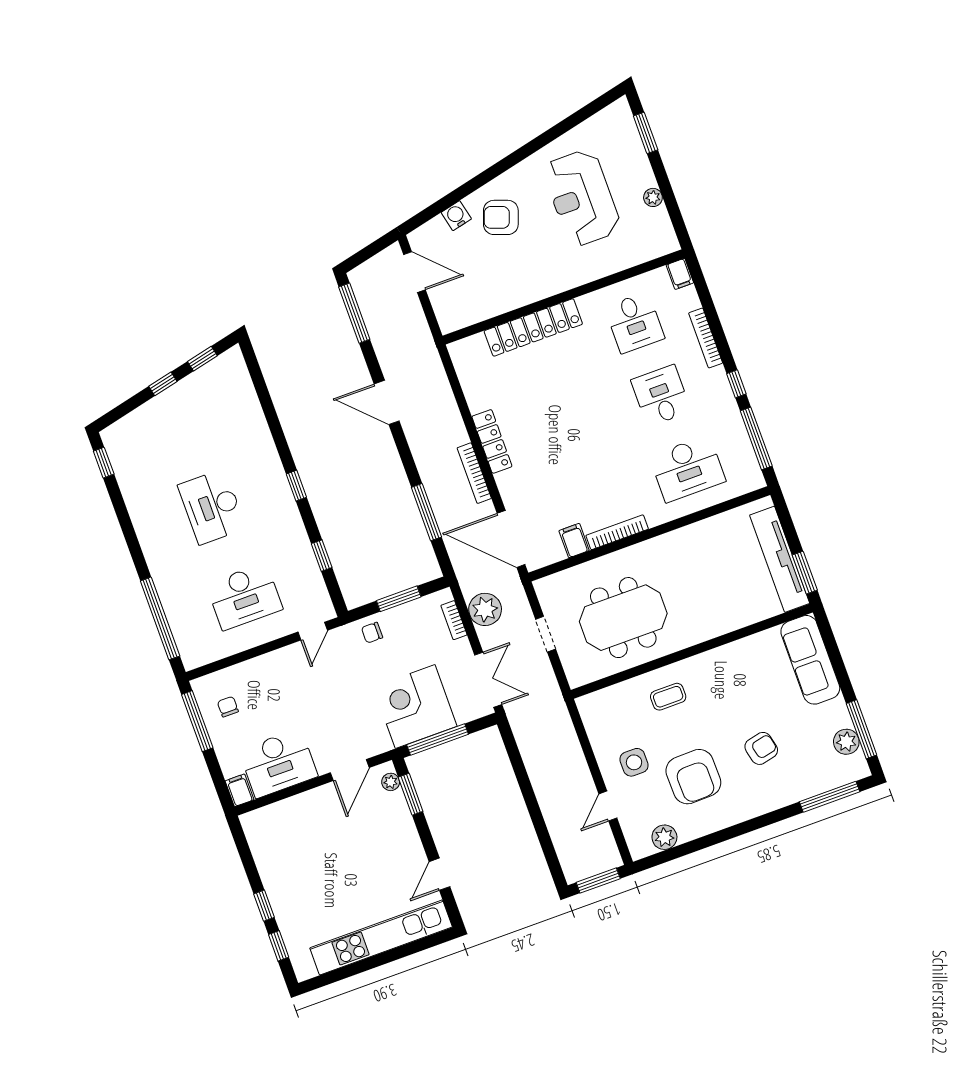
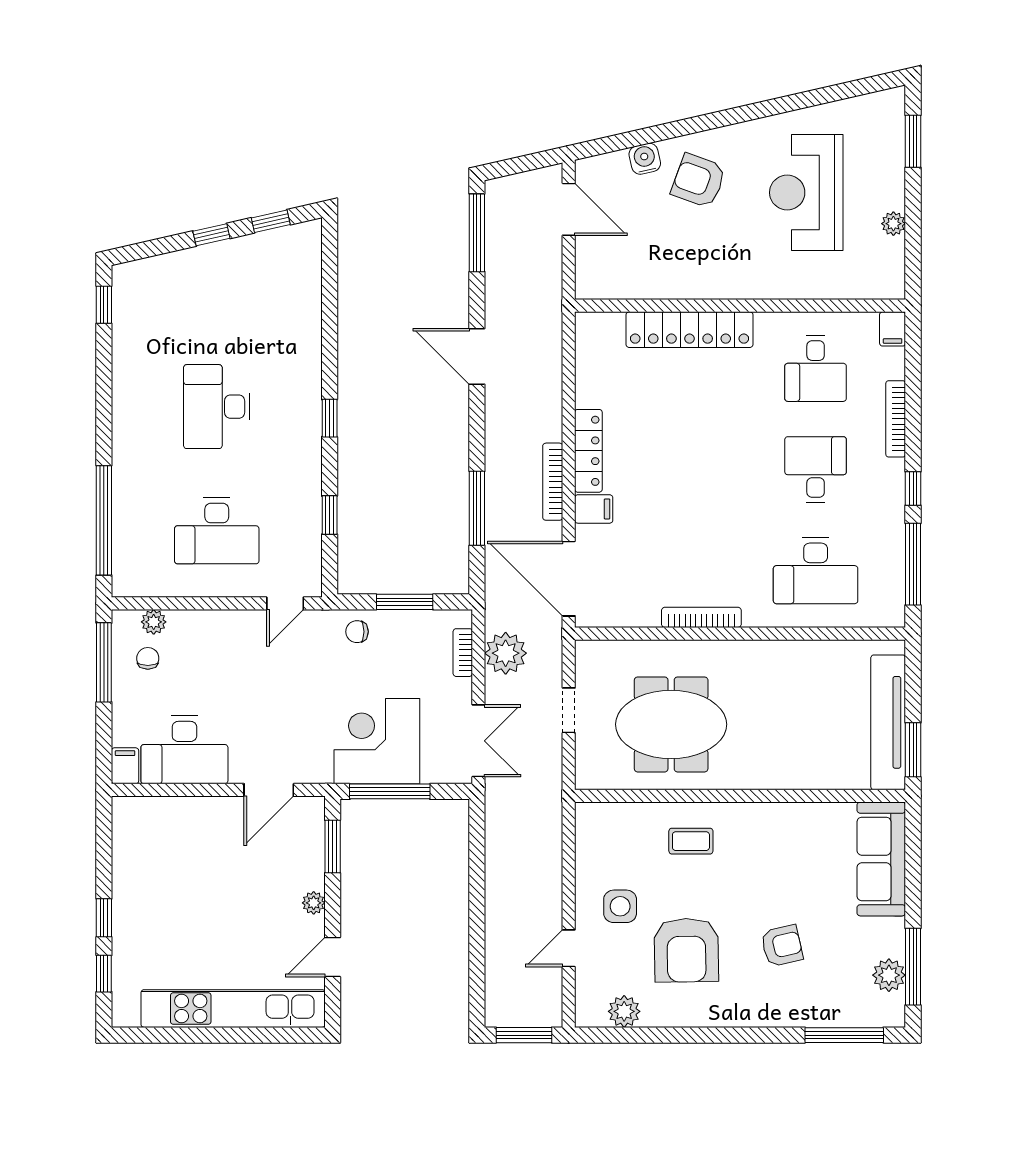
filing cabinet: (574, 541) -> (594, 509), moved, turned 90
plant: (223, 679) -> (154, 622), added
plant: (391, 782) -> (314, 903), moved

